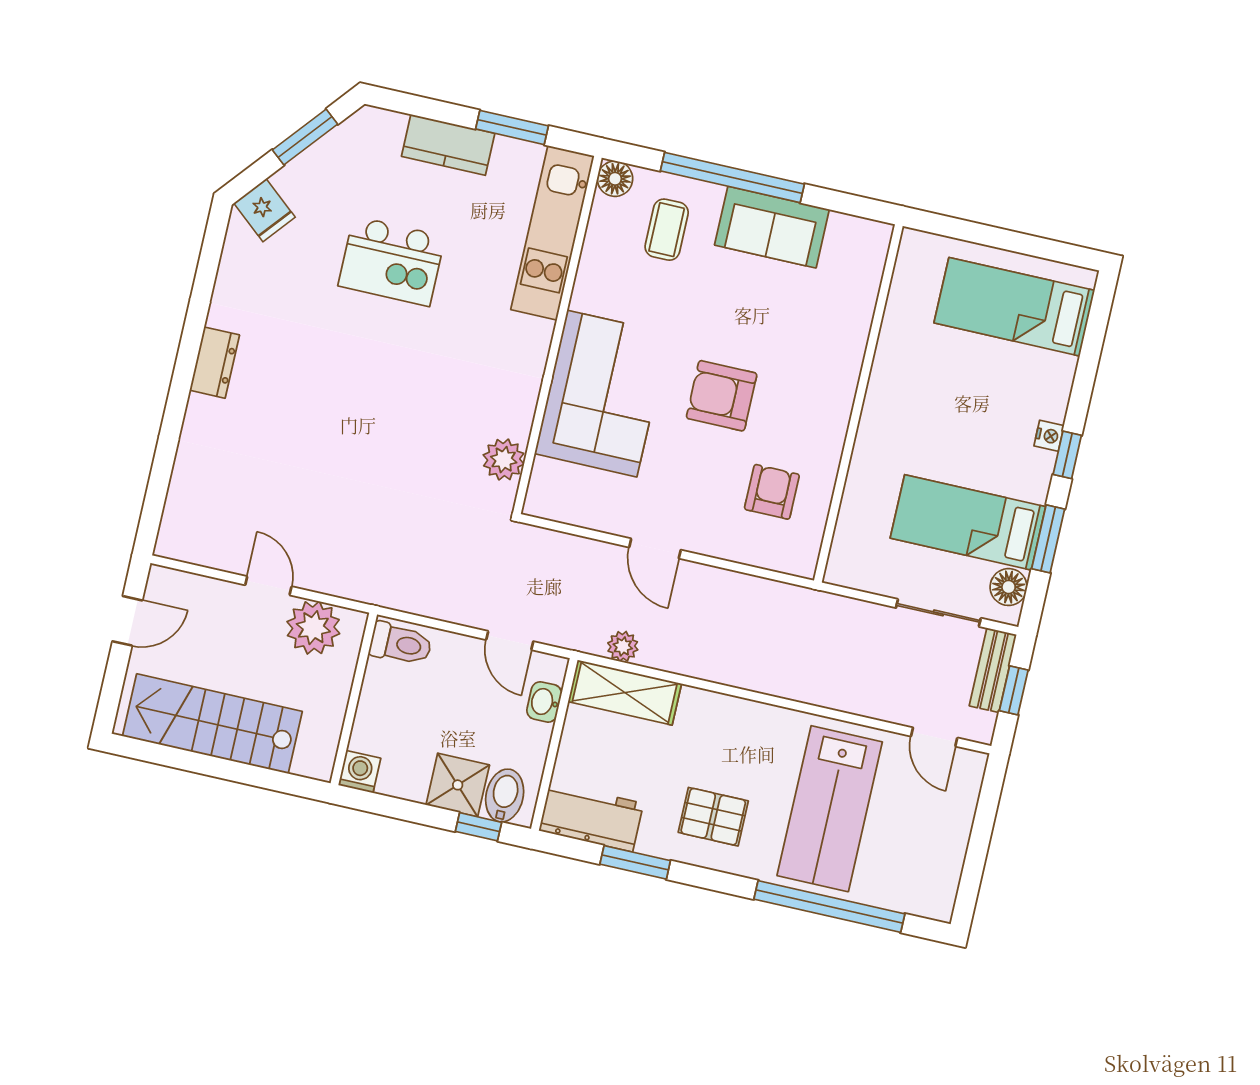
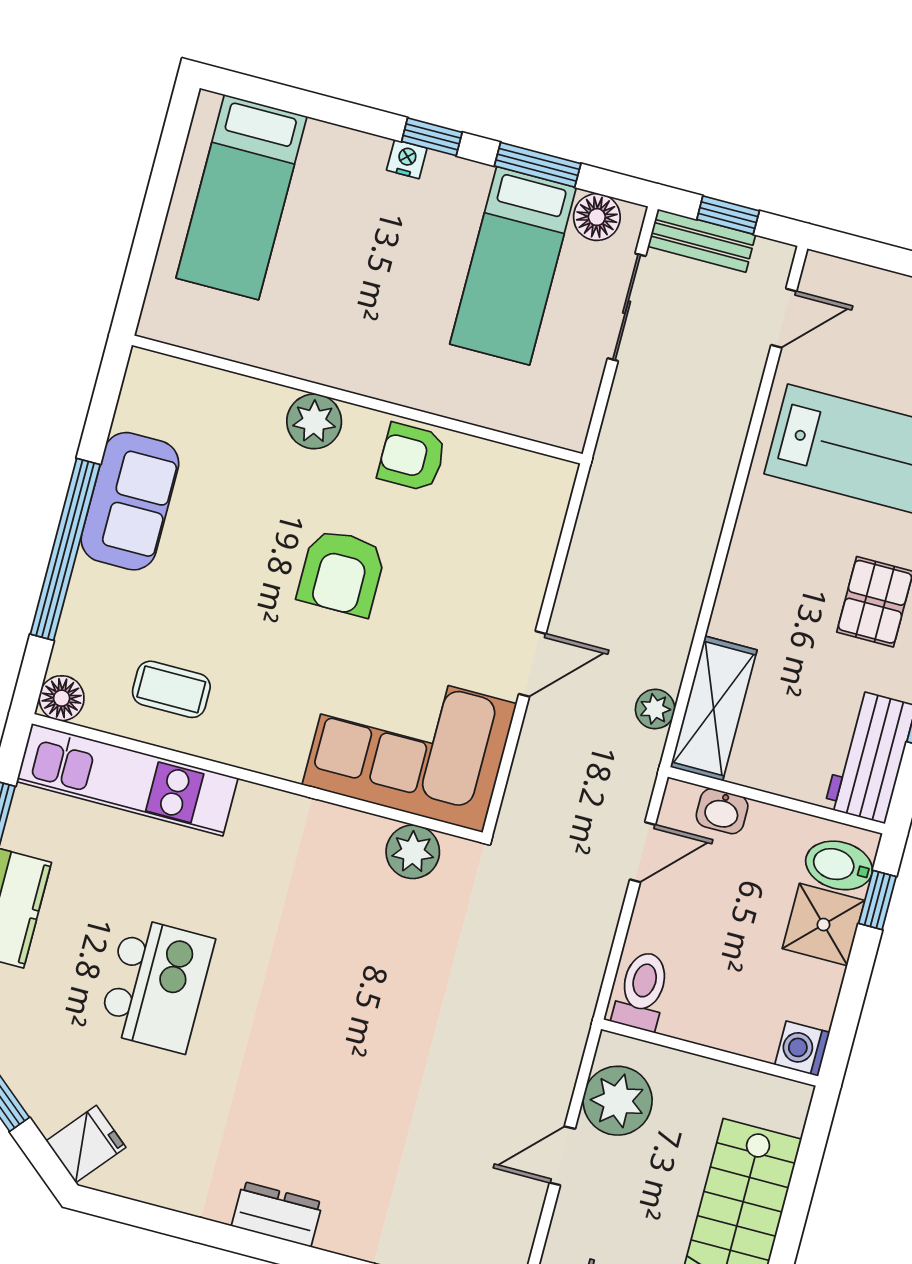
coffee table: (667, 230) -> (171, 689), moved
plant: (840, 370) -> (314, 421), added
corner sofa: (602, 394) -> (409, 744), moved
armchair: (772, 492) -> (412, 457), moved

